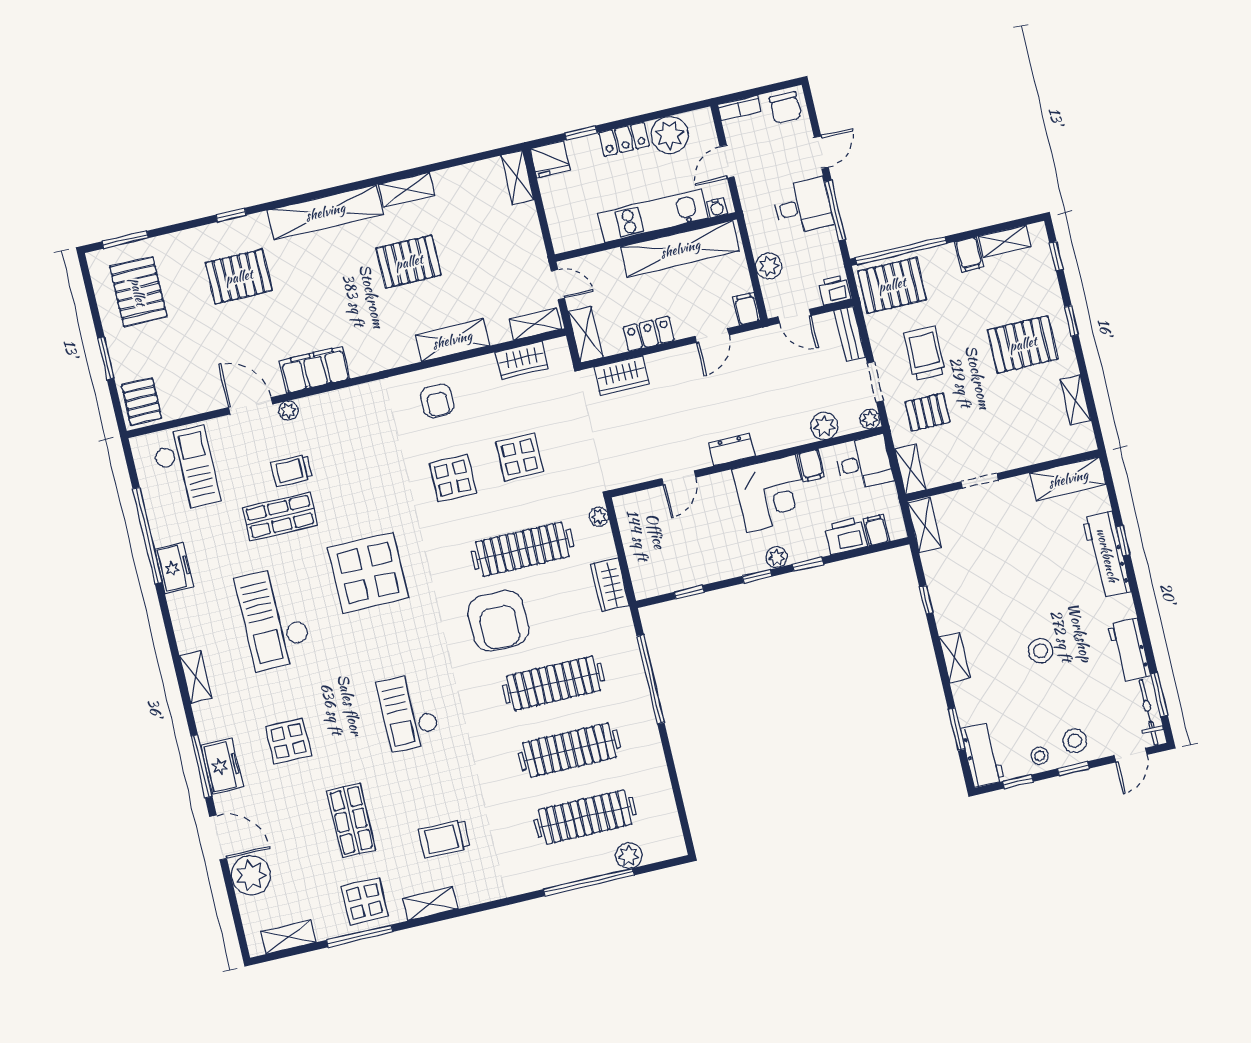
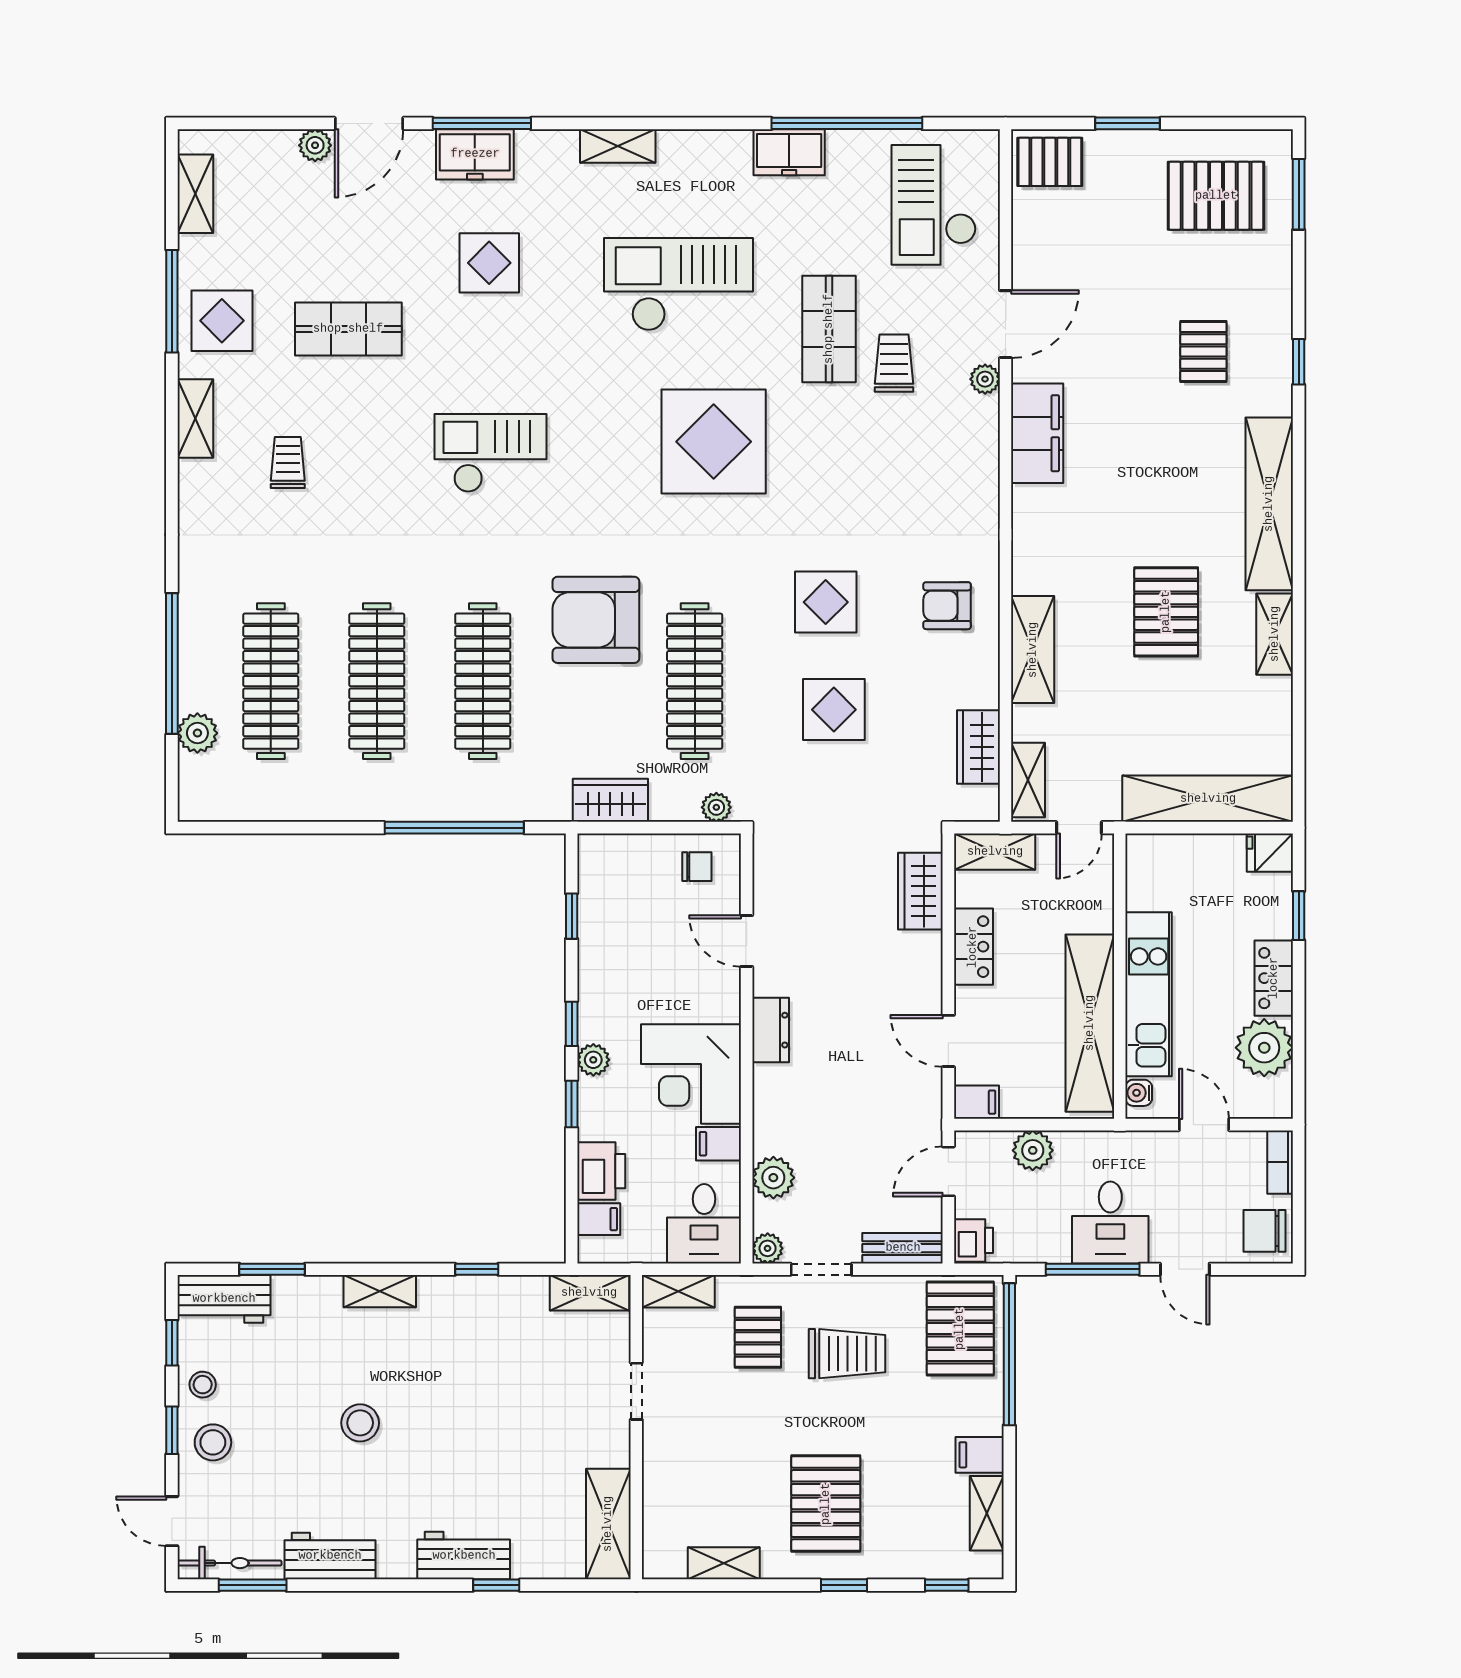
fridge: (550, 159) -> (1270, 853), width x0.72
shelving: (517, 177) -> (1208, 799), width x2.20, depth x1.33
pallet: (239, 277) -> (1203, 352), width x0.67, depth x0.71
checkout: (186, 469) -> (934, 205), turned 90
chair: (639, 520) -> (697, 867), added
workbench: (1107, 555) -> (464, 1556), width x0.73
trolley: (444, 839) -> (288, 462), width x0.73, depth x0.72
plant: (251, 875) -> (315, 145), width x0.53, depth x0.53

